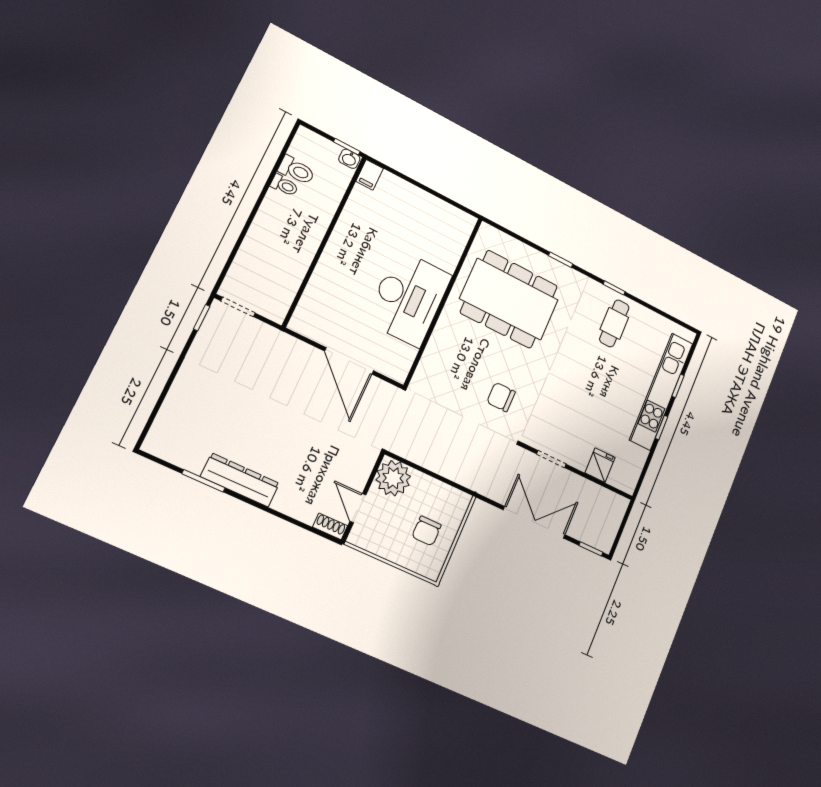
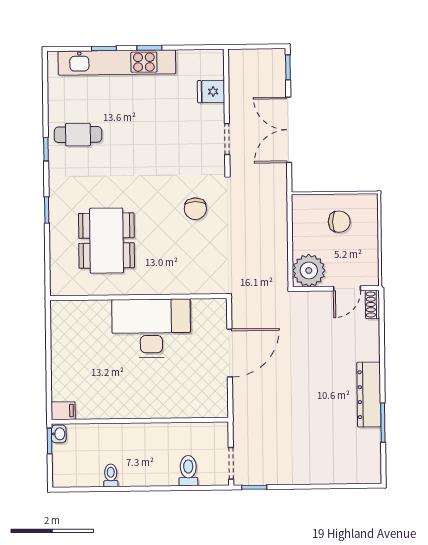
toilet: (296, 170) -> (188, 471), moved
dining table: (509, 299) -> (106, 241), width x0.73, depth x0.80

